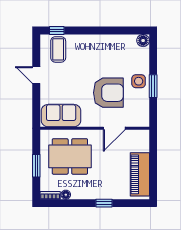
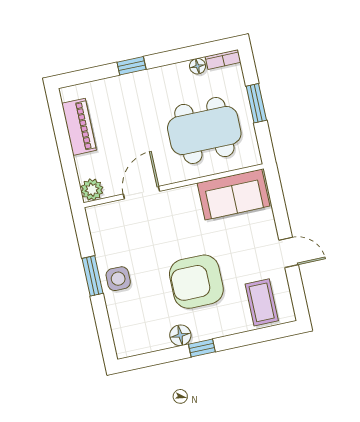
window: (57, 30) -> (202, 348), moved
floor lamp: (143, 41) -> (180, 335), moved
armchair: (108, 93) -> (196, 282), moved
plant: (143, 136) -> (92, 190), added
piano: (140, 174) -> (79, 127), width x0.73, depth x0.75

